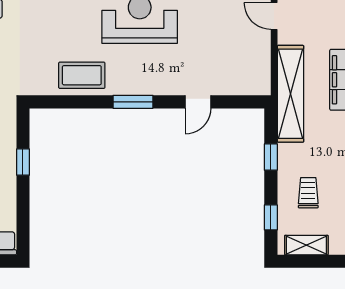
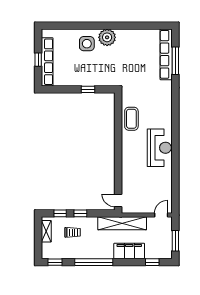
window: (133, 102) -> (118, 144), removed
door: (198, 102) -> (118, 200), moved
window: (271, 157) -> (80, 213), moved

